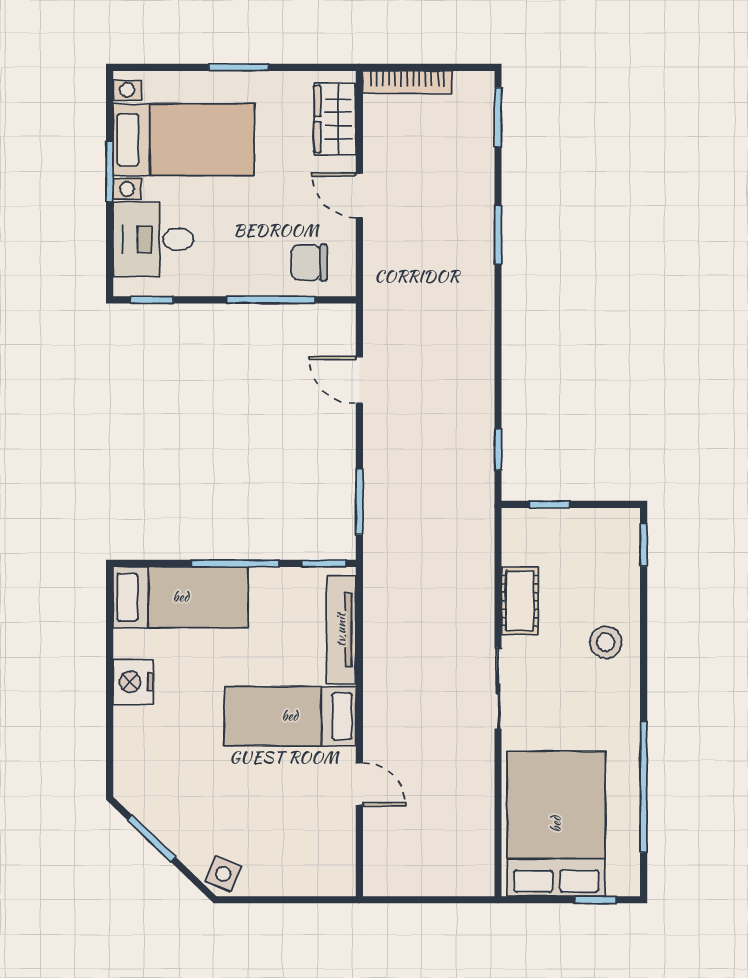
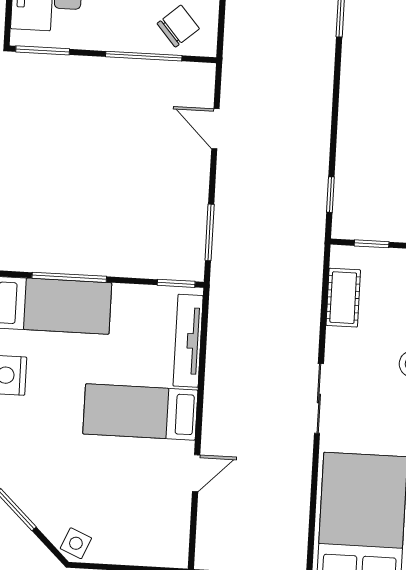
chair: (309, 262) -> (178, 26), turned 139
window: (152, 300) -> (43, 50), width x1.50
window: (235, 563) -> (69, 277), moved
cot: (520, 601) -> (343, 298), moved
door: (359, 784) -> (196, 473), hinge flipped

